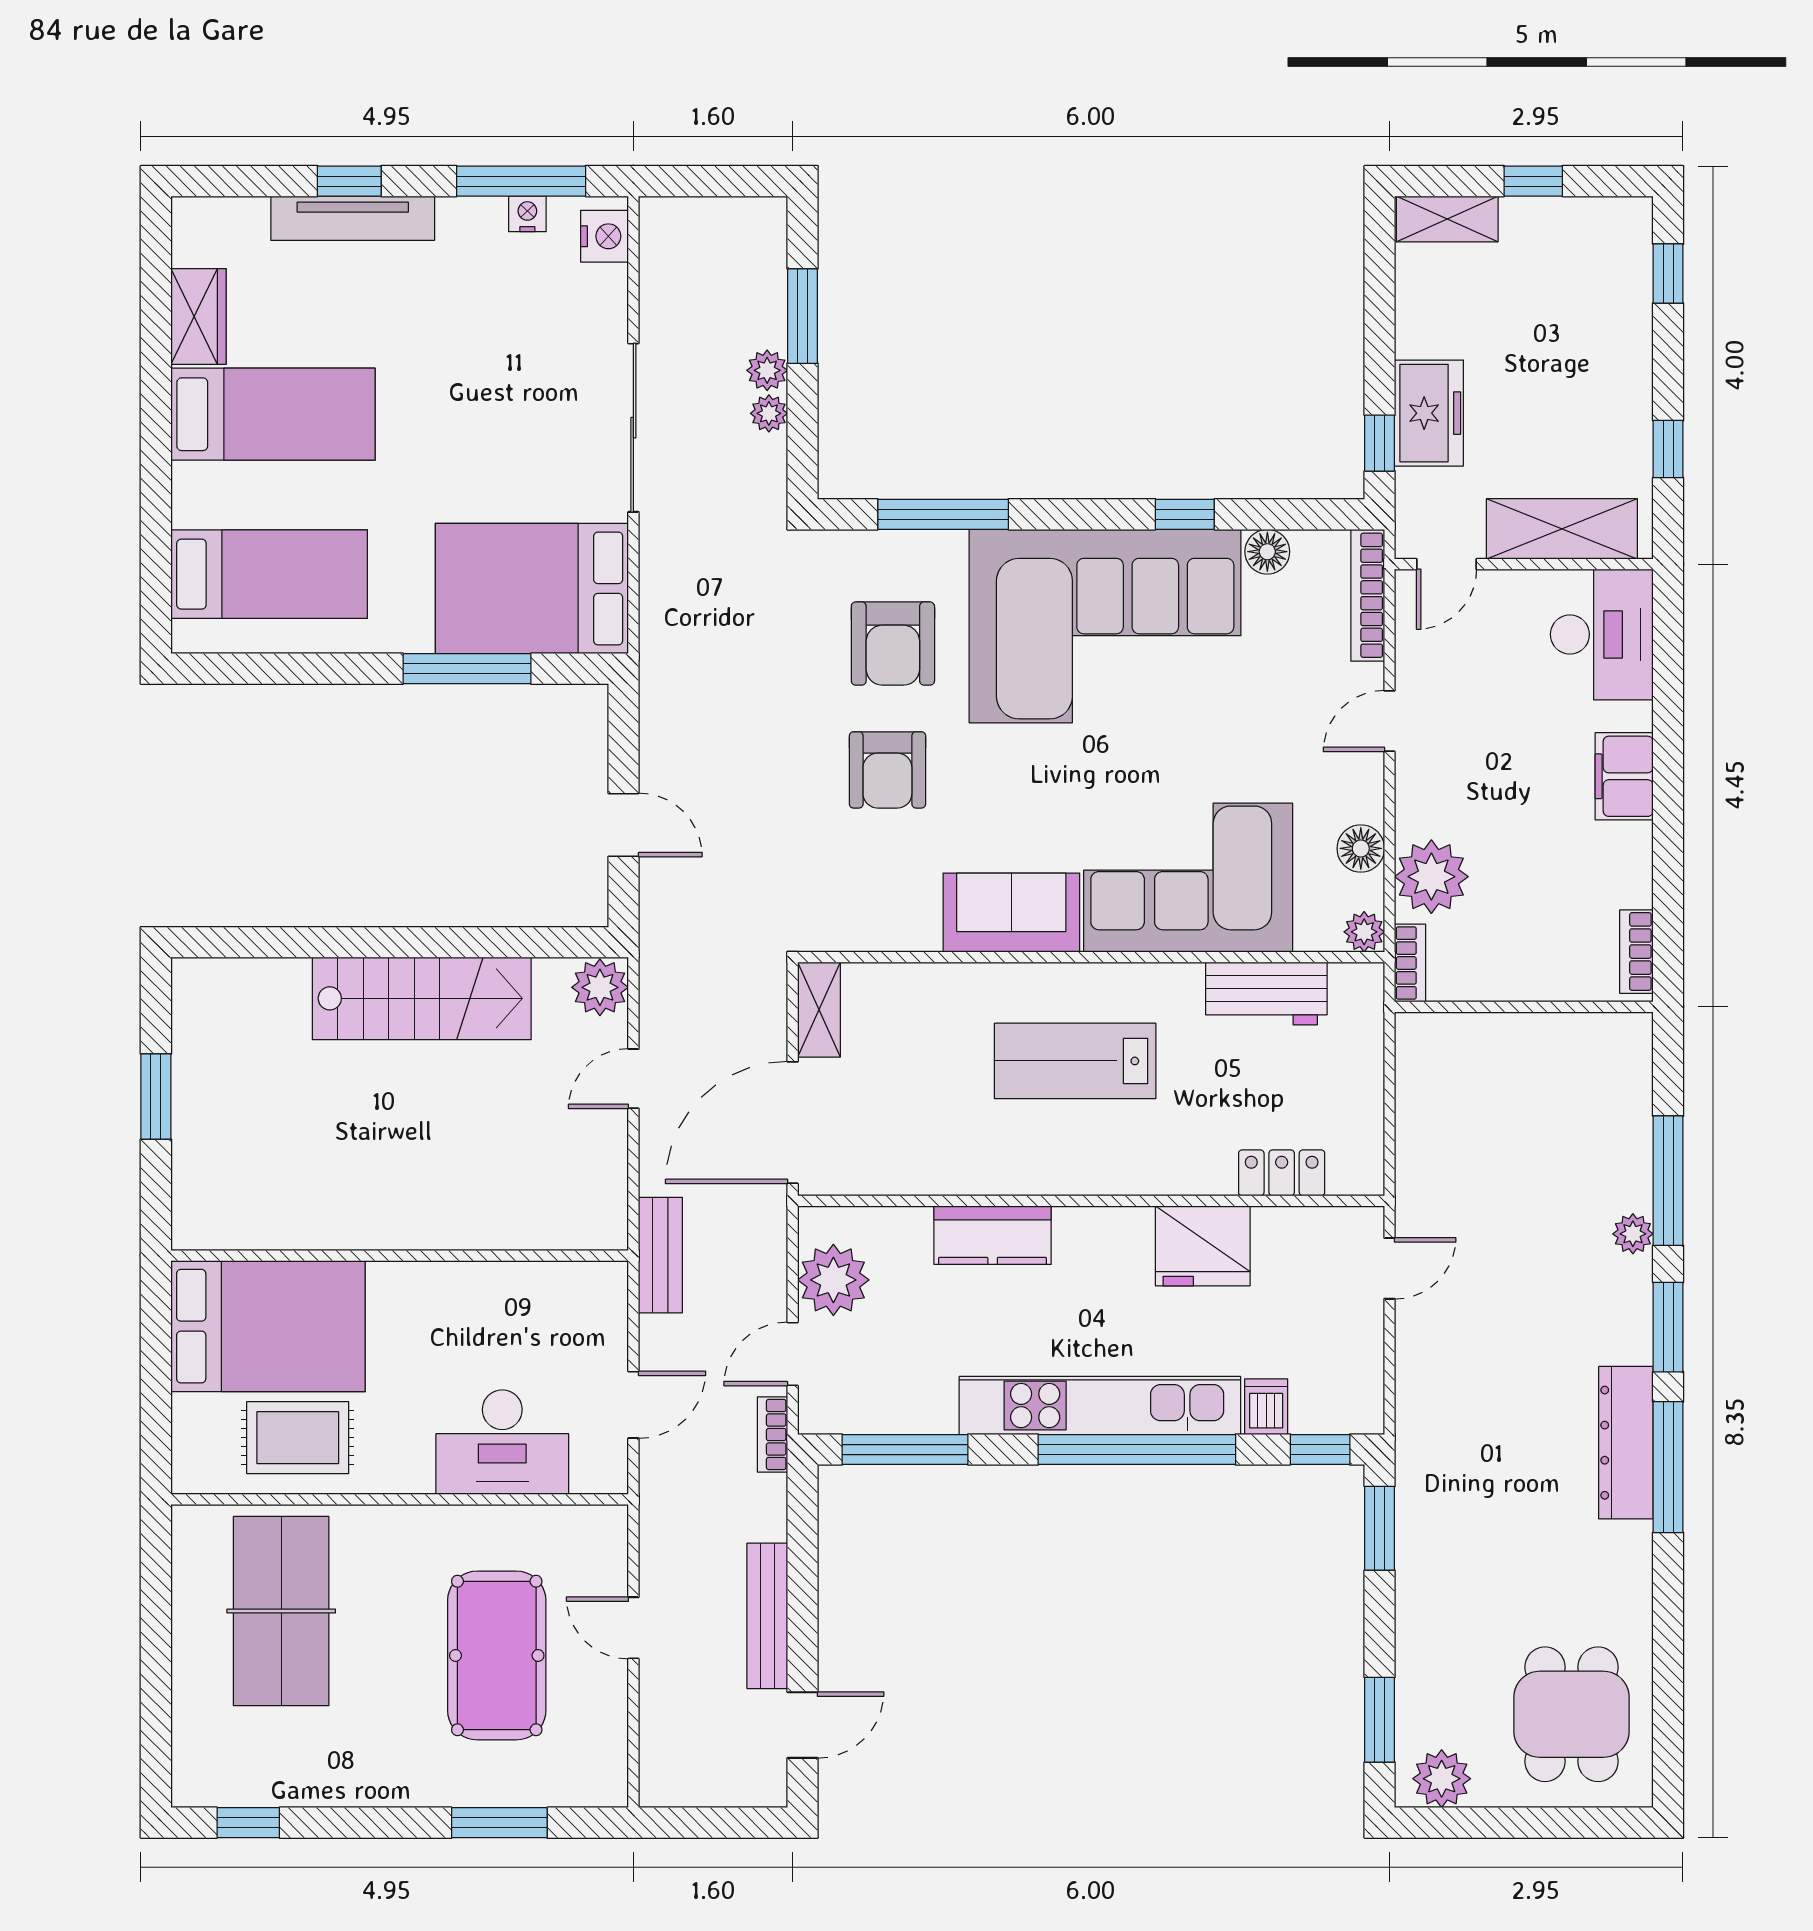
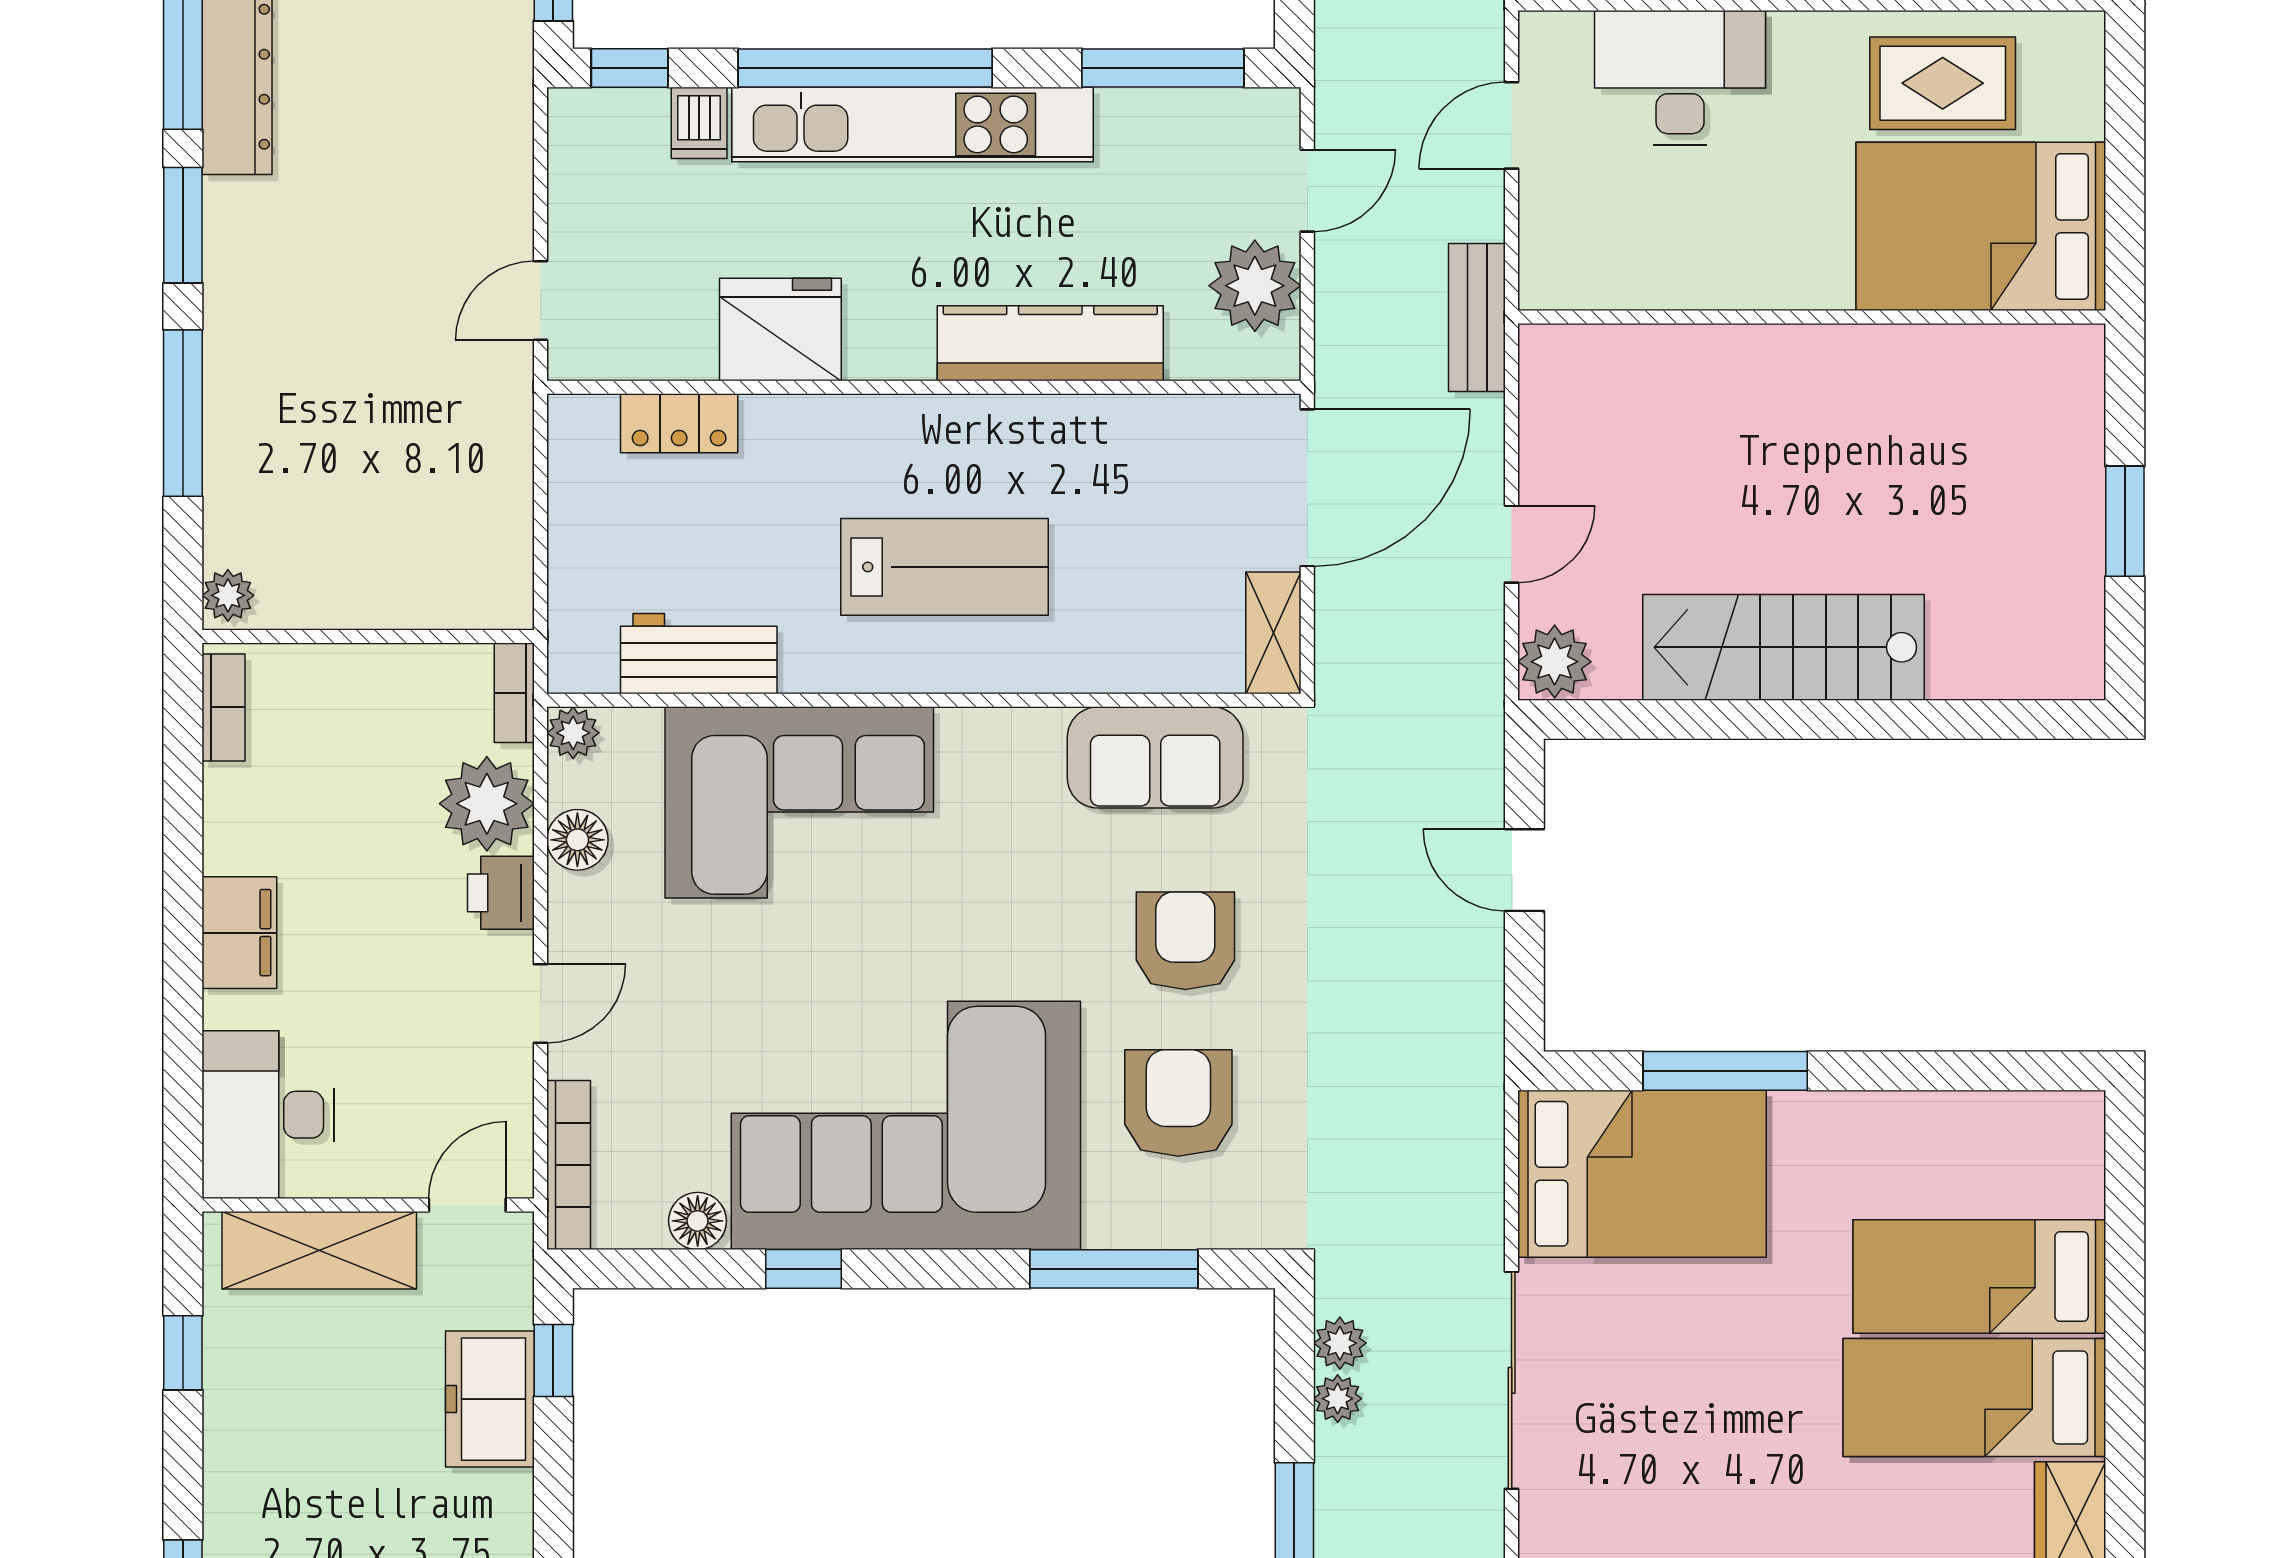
plant: (767, 370) -> (1340, 1343), moved
bed: (269, 574) -> (1979, 1277), moved
printer: (1420, 807) -> (501, 893), added
sofa: (1011, 913) -> (1155, 757), moved
plant: (1633, 1234) -> (228, 595), moved
kitchen counter: (993, 1235) -> (1050, 343), width x1.50
bookcase: (773, 1435) -> (1333, 87), removed

